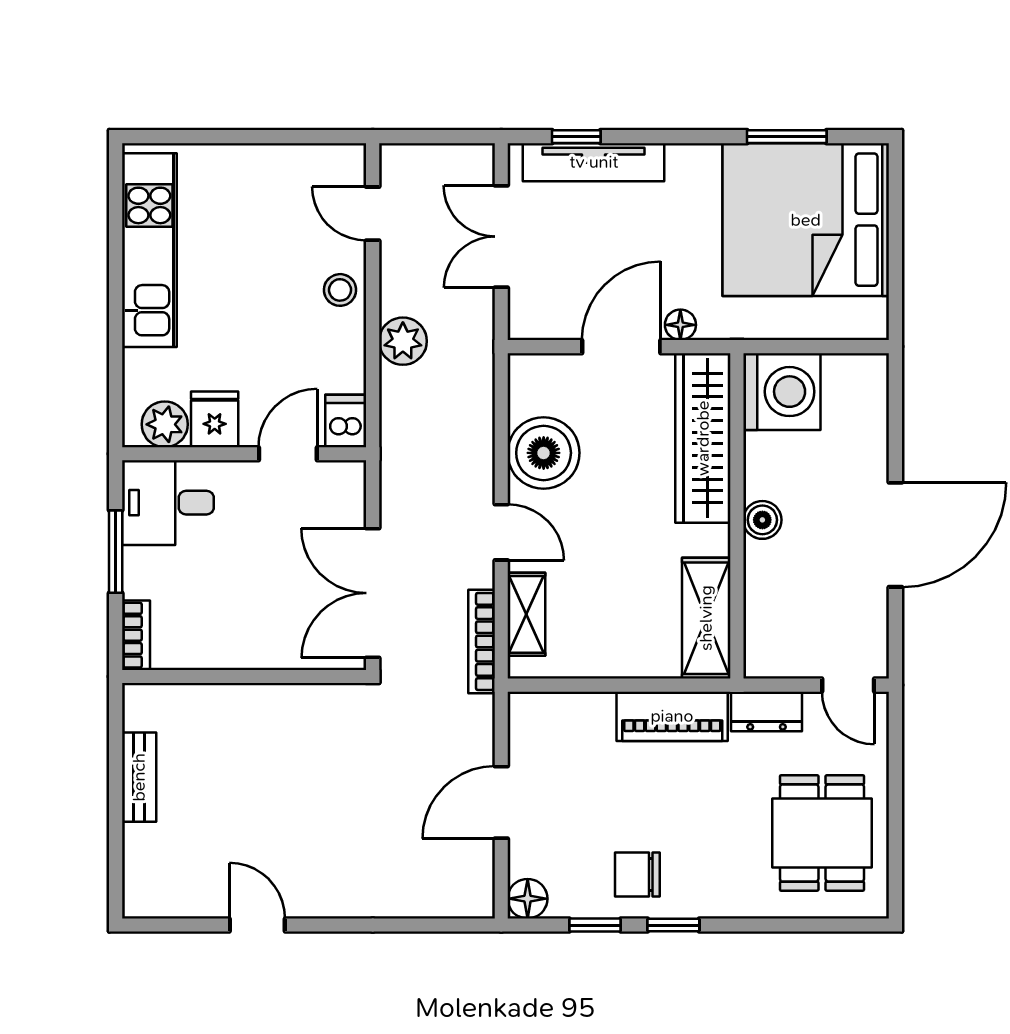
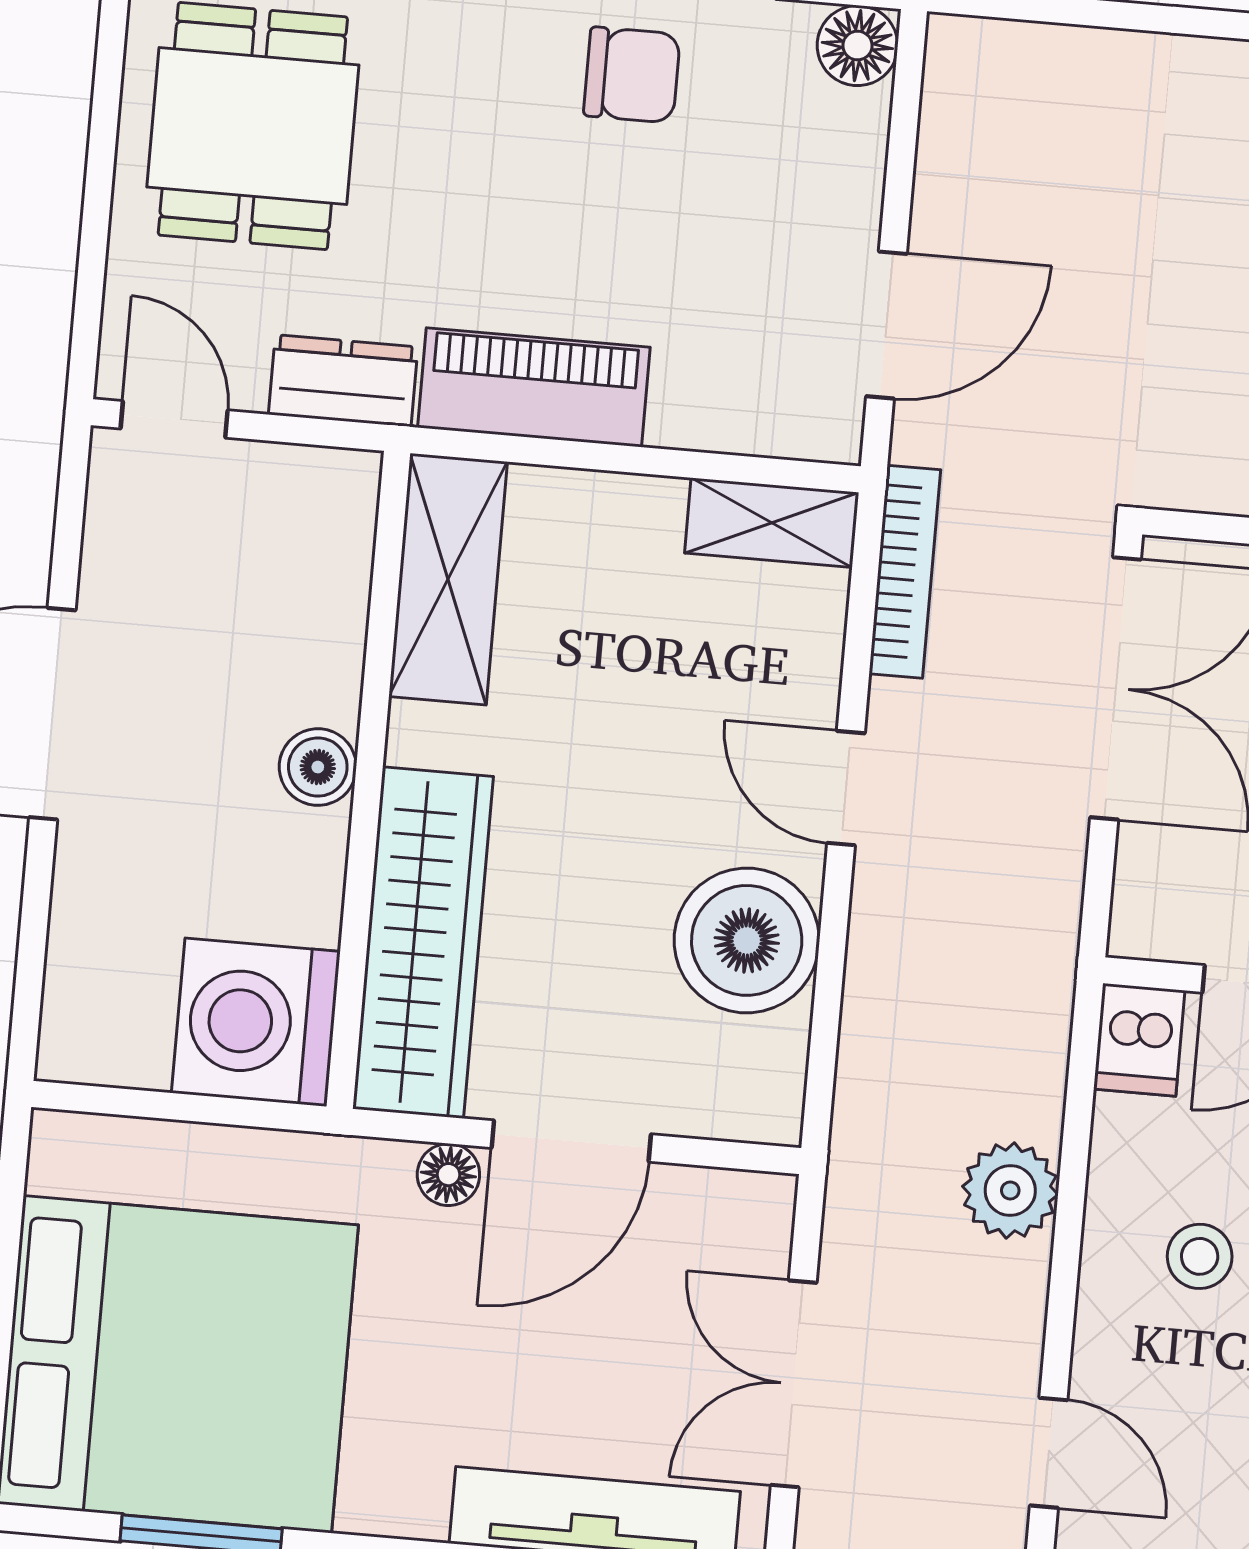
double door: (501, 237) -> (794, 1384), swing flipped
stool: (340, 290) -> (1200, 1256), moved
shelving: (526, 614) -> (772, 523), moved, turned 90
door: (501, 802) -> (886, 325), moved

